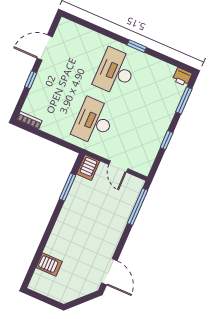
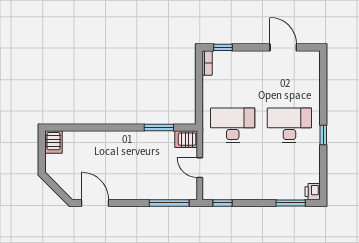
window: (31, 80) -> (223, 47), moved
window: (167, 140) -> (222, 203), moved
door: (118, 167) -> (200, 168), hinge flipped
server rack: (49, 264) -> (54, 142), moved
door: (109, 272) -> (95, 203), swing flipped

